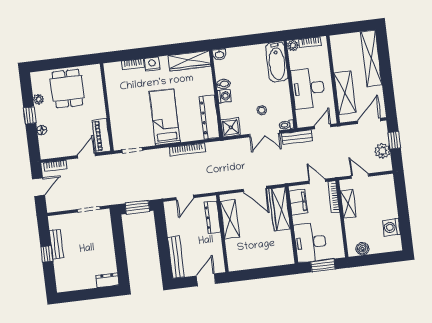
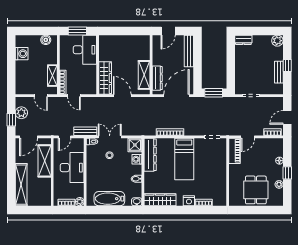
bathtub: (277, 62) -> (109, 199), moved, turned -90
washing machine: (224, 96) -> (137, 159), moved
door: (185, 198) -> (177, 96), width x1.87
filing cabinet: (298, 202) -> (90, 82), removed
plant: (63, 285) -> (277, 41), added

